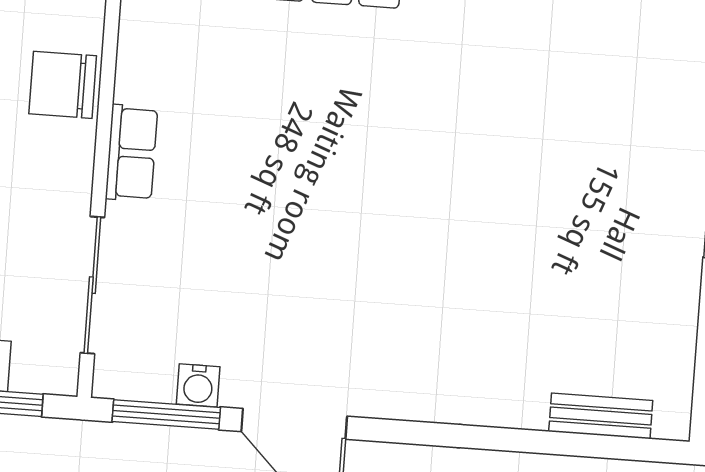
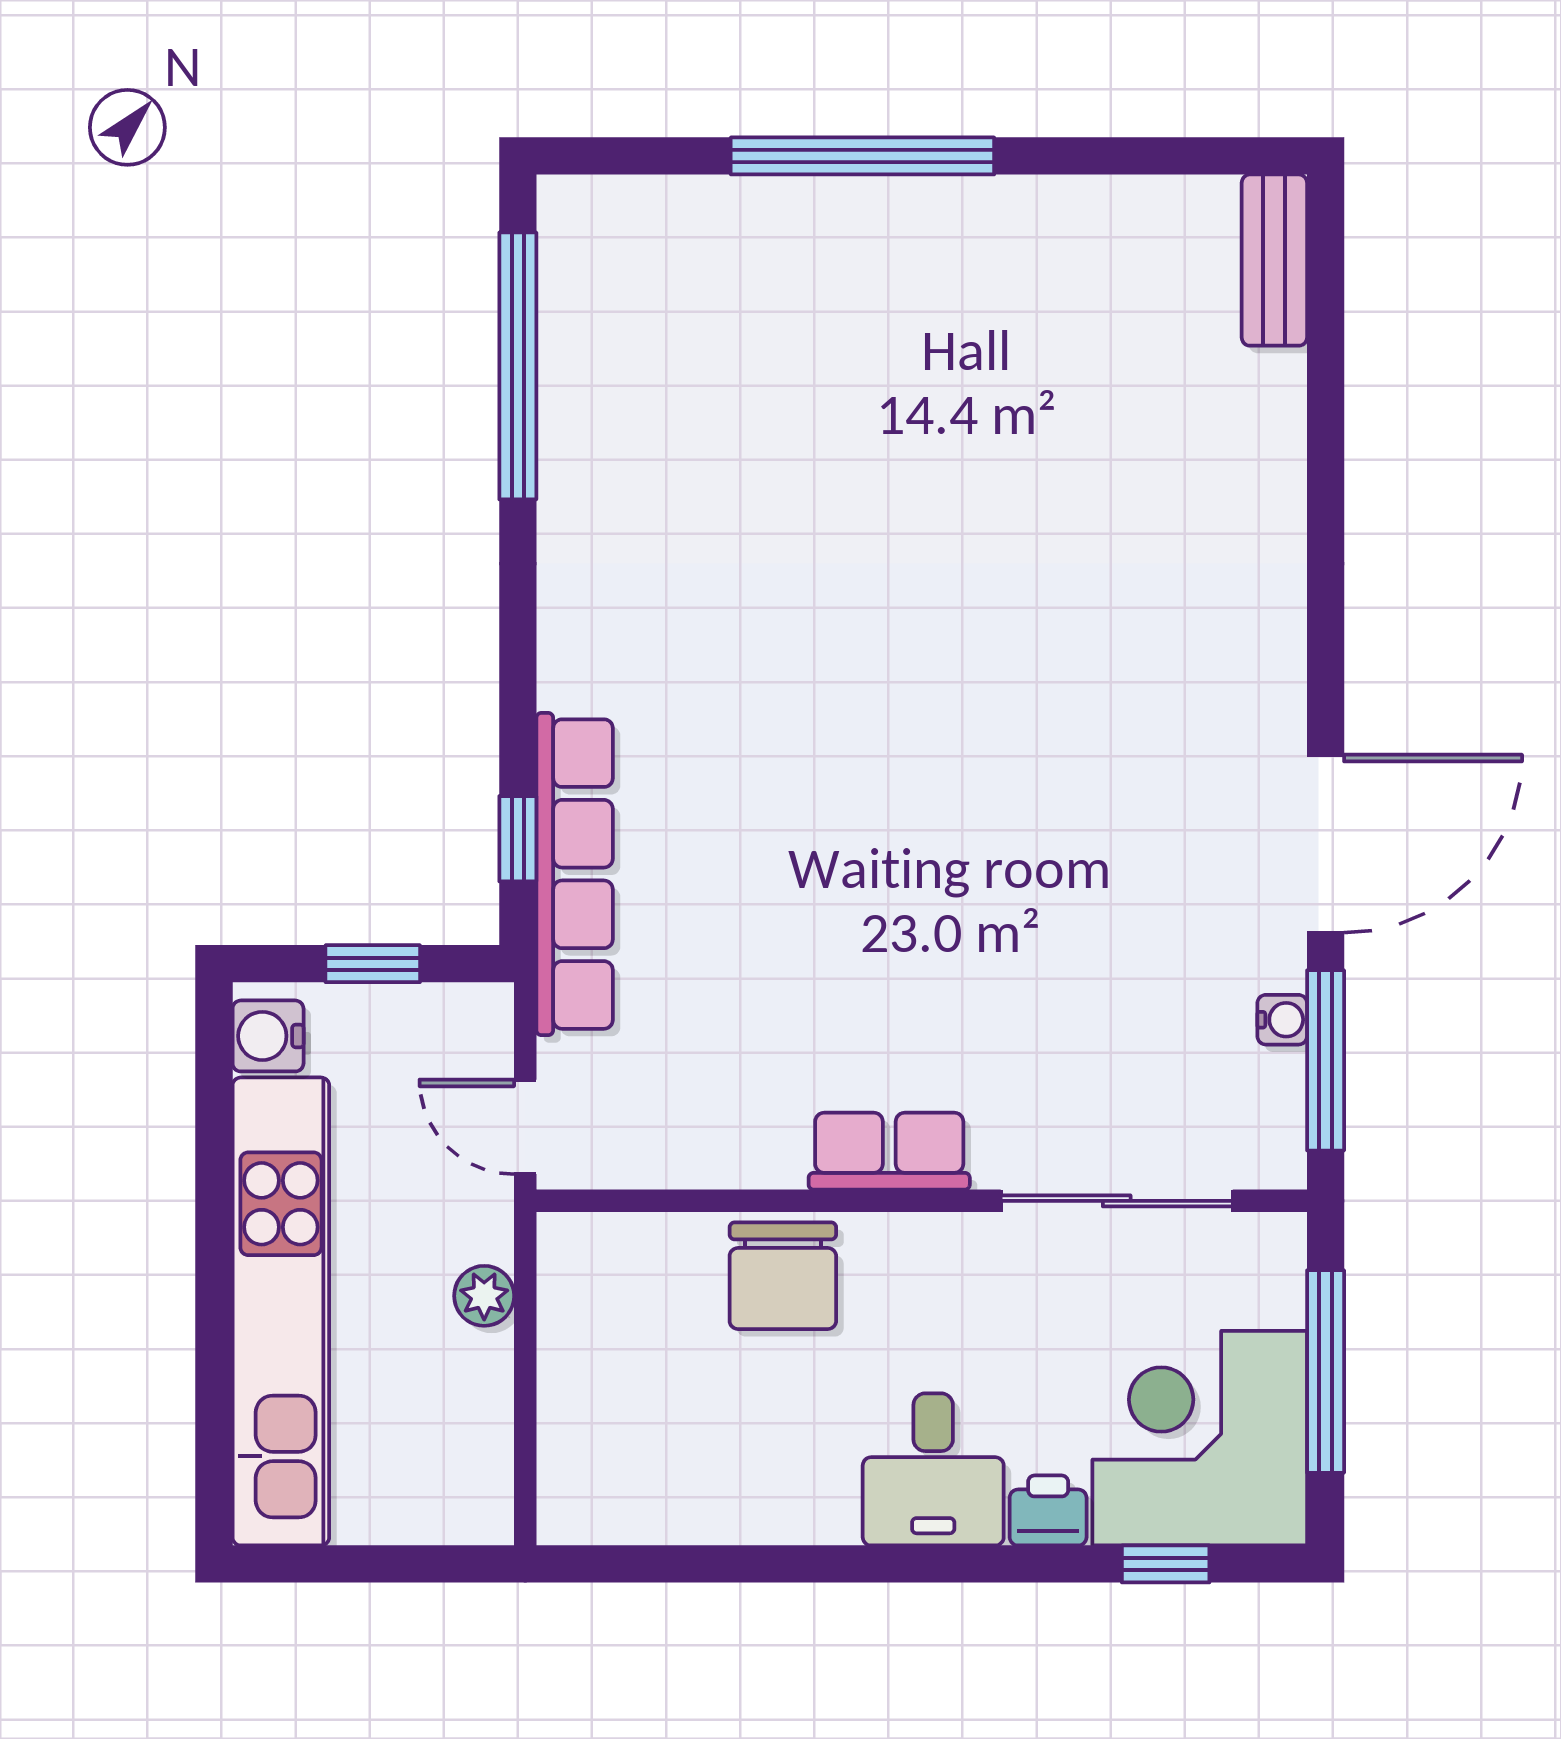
water cooler: (198, 385) -> (1282, 1020), width x0.72, depth x0.72
bench: (601, 416) -> (1274, 260), moved

